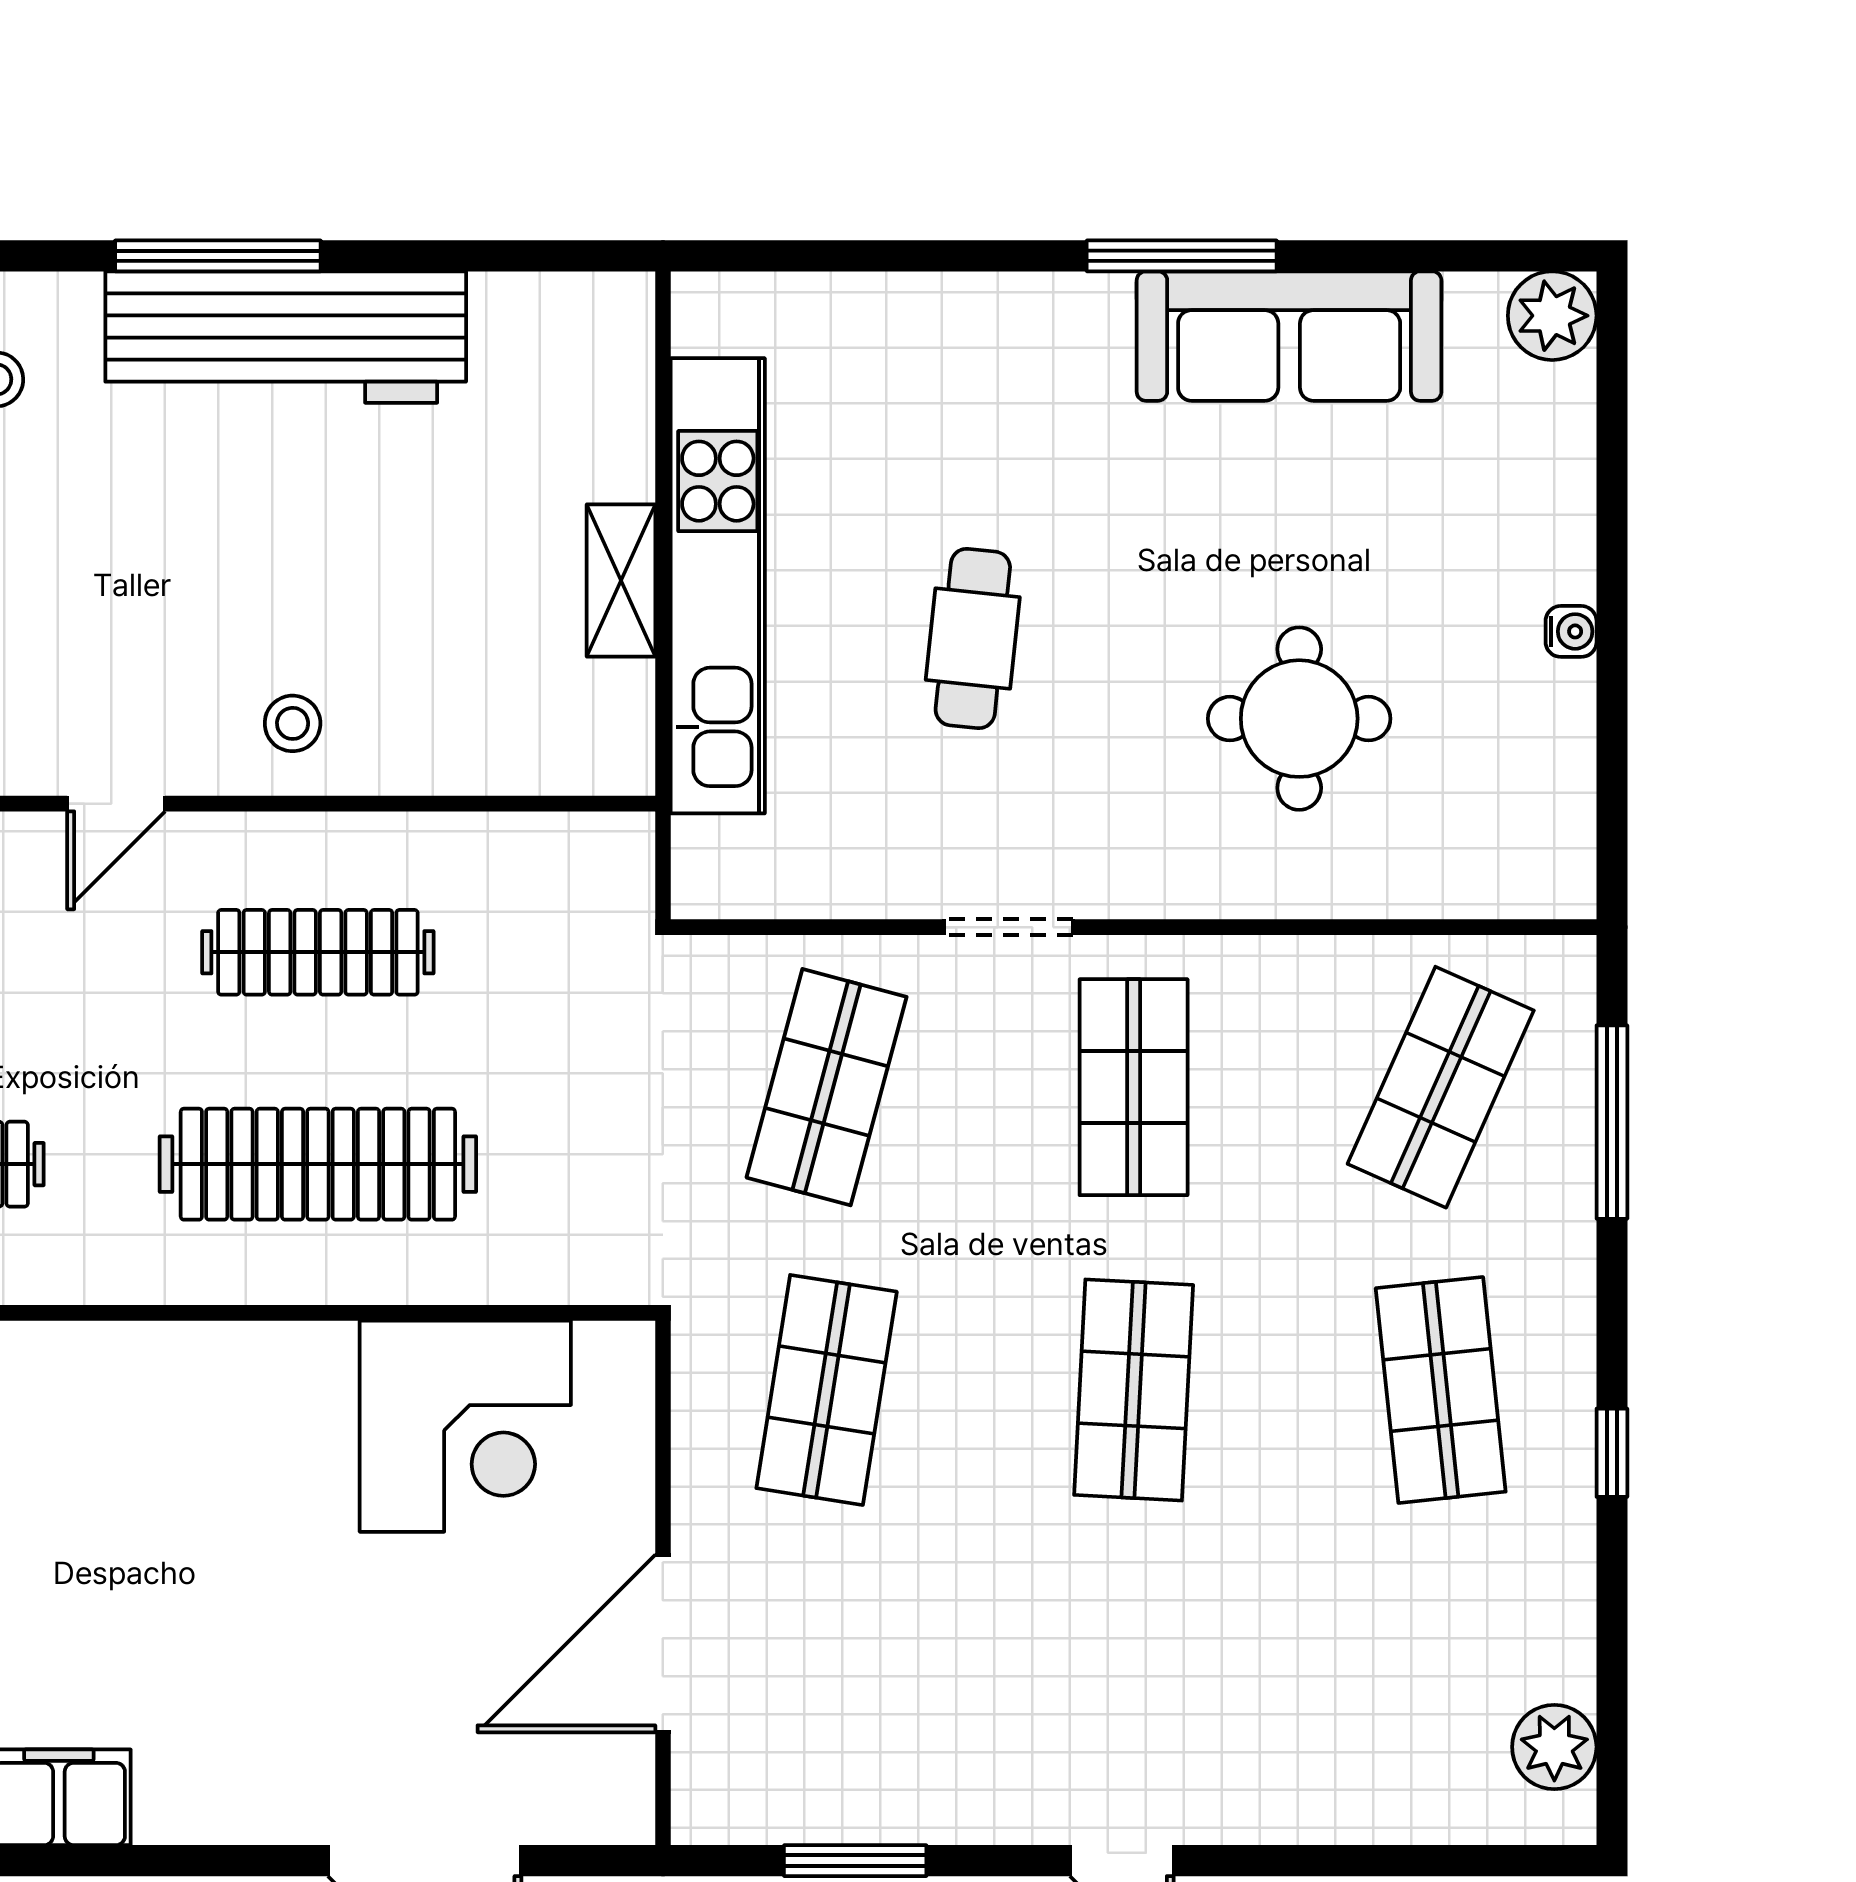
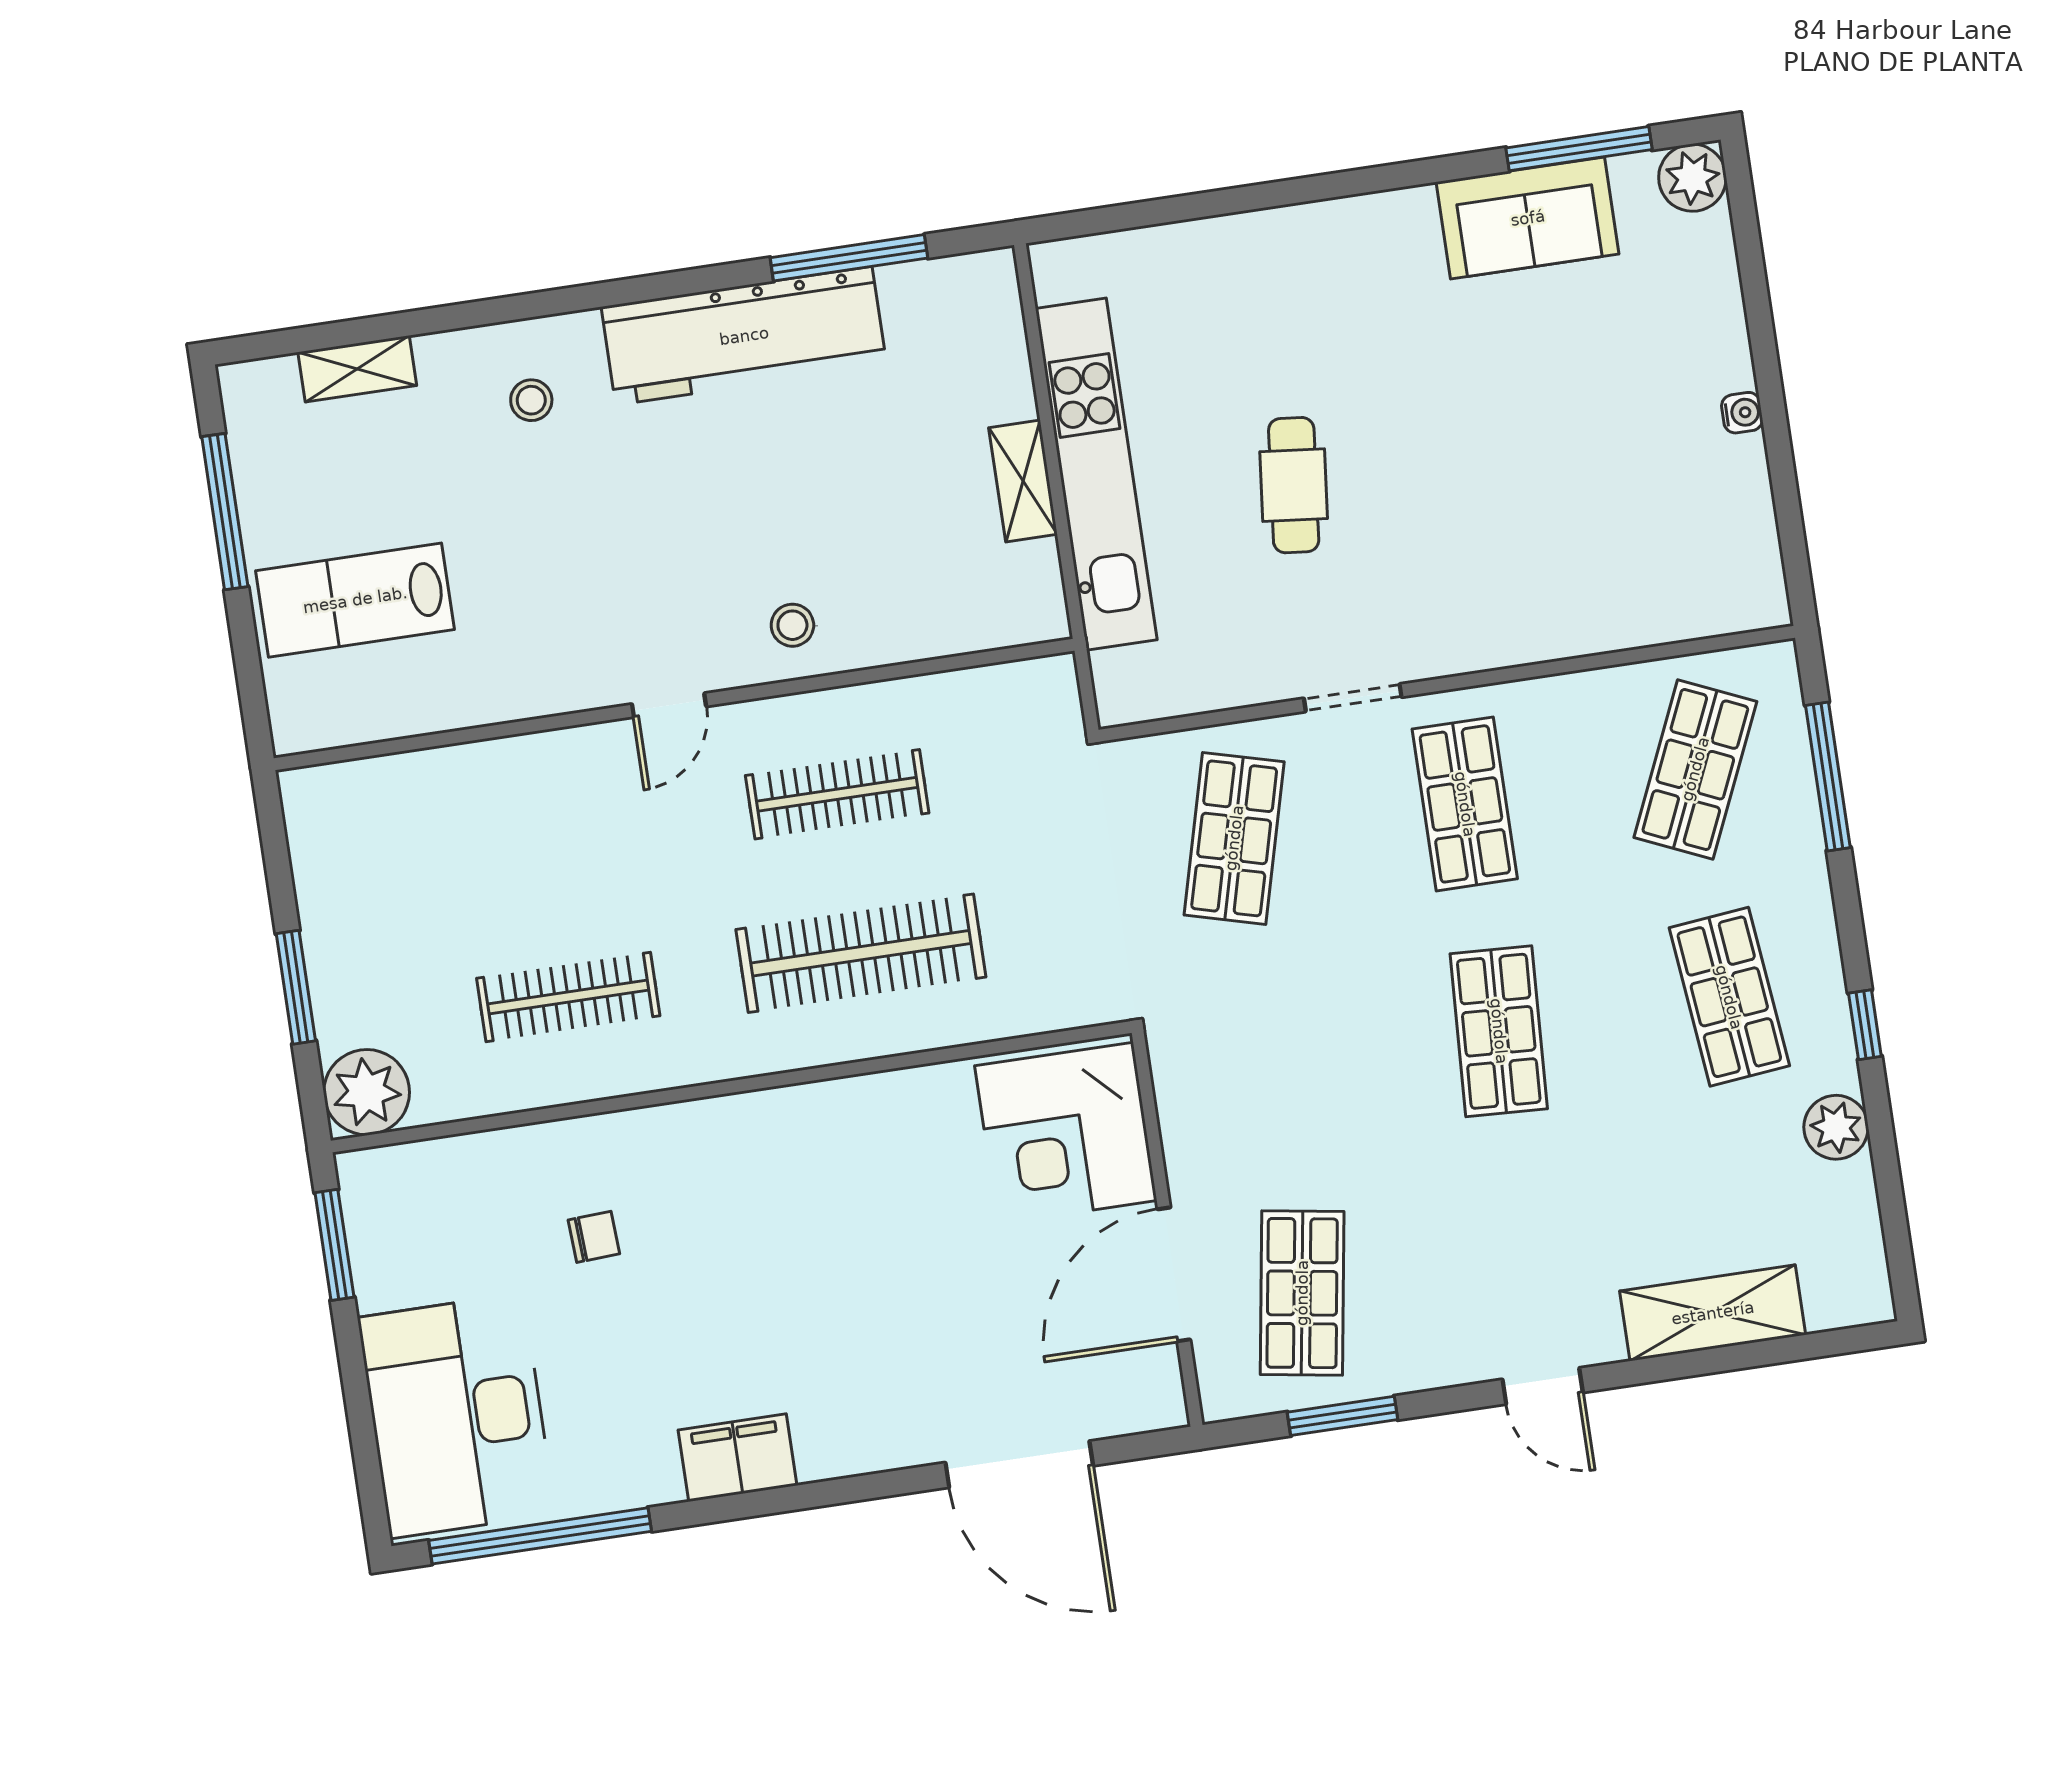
window: (218, 256) -> (849, 258), moved
window: (1182, 256) -> (1579, 149), moved
sofa: (1289, 336) -> (1528, 218), width x0.73
round table: (1299, 719) -> (1548, 509), removed
shop shelf: (827, 1390) -> (1302, 1293), moved
corner desk: (465, 1426) -> (1066, 1133), moved, turned 90
plant: (1554, 1747) -> (1836, 1127), moved
shelving: (1358, 1798) -> (1713, 1313), added

